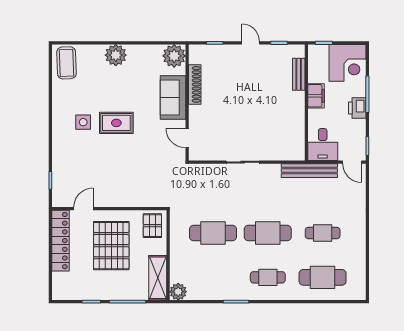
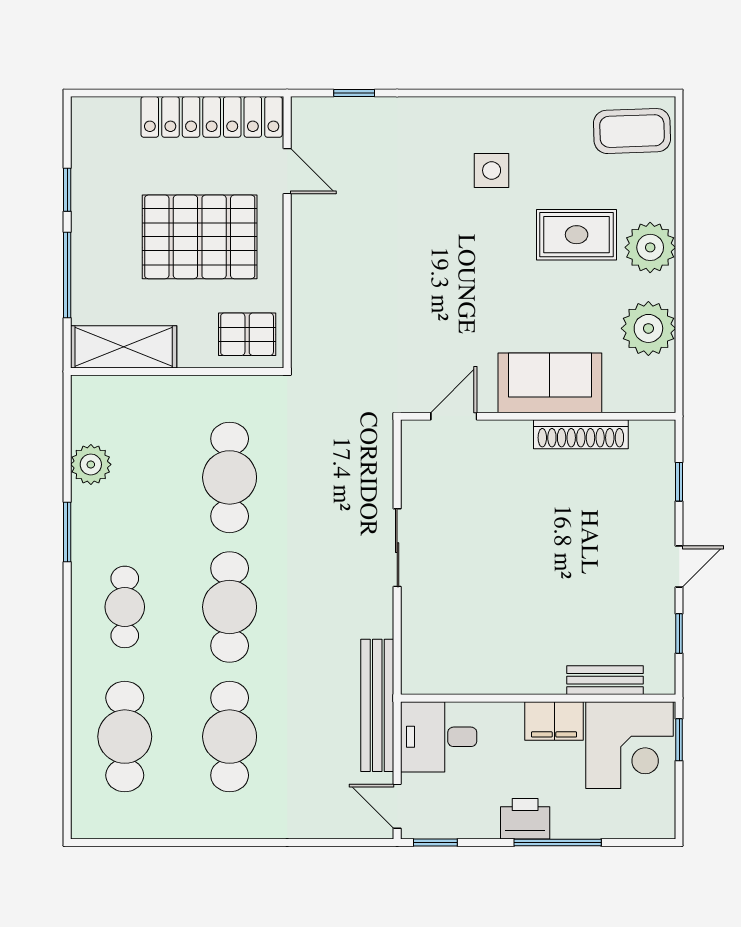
plant: (174, 56) -> (648, 328), moved
corner desk: (347, 63) -> (629, 745), moved, turned -90
rug: (116, 123) -> (577, 235), moved, turned 90
door: (352, 162) -> (397, 806), hinge flipped
cafe table: (323, 233) -> (230, 737), width x1.37, depth x1.35
plant: (178, 292) -> (91, 464), moved

